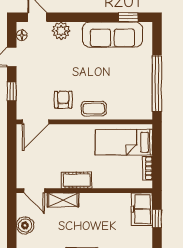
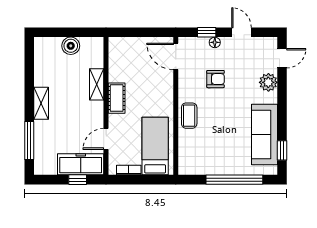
floor lamp: (22, 35) -> (215, 42), moved
window: (157, 84) -> (234, 180), moved
armchair: (63, 100) -> (215, 79), moved
door: (34, 191) -> (106, 139), moved
freezer: (142, 209) -> (81, 164), width x1.40

